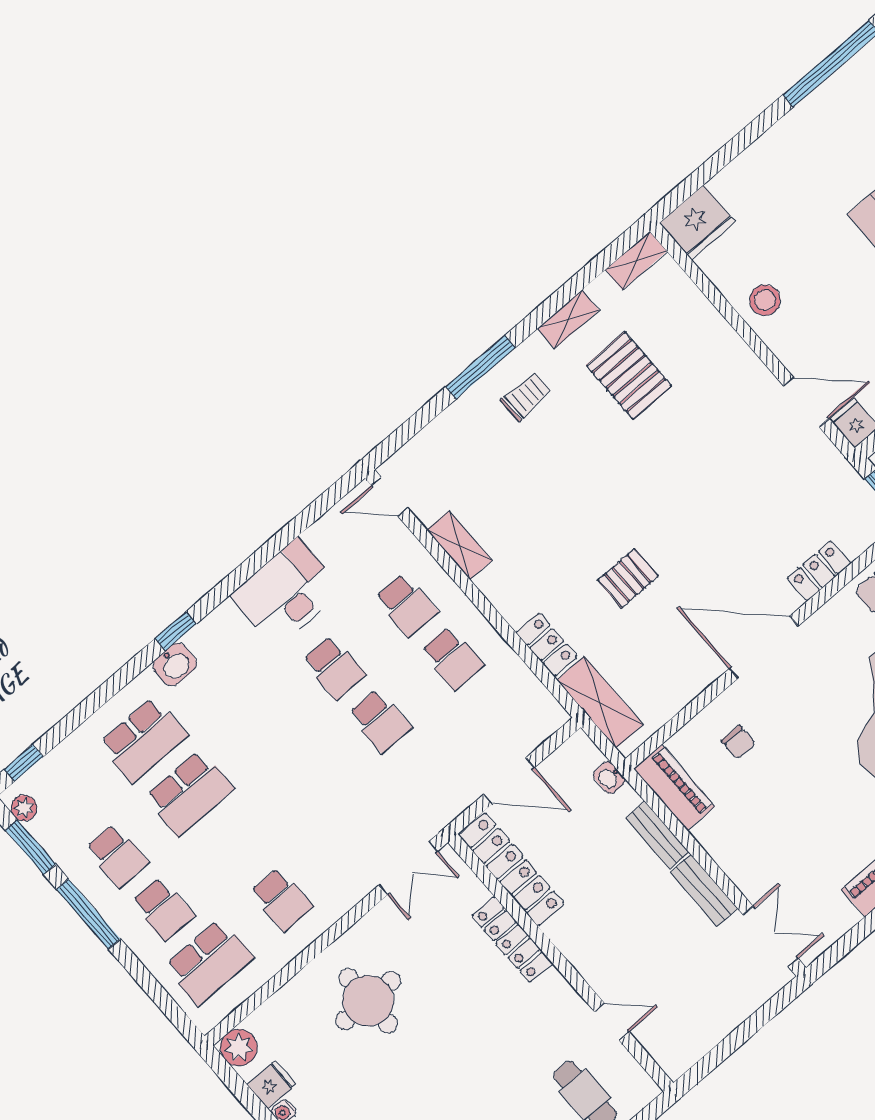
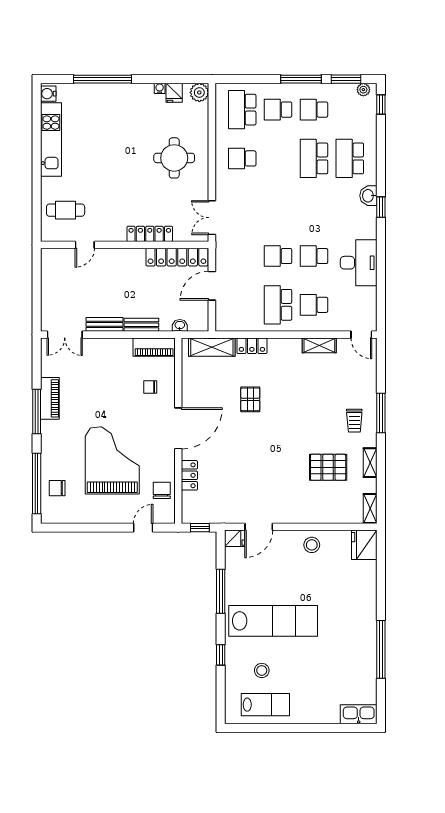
door: (390, 497) -> (361, 335), swing flipped
school desk: (452, 658) -> (278, 305), width x1.85

